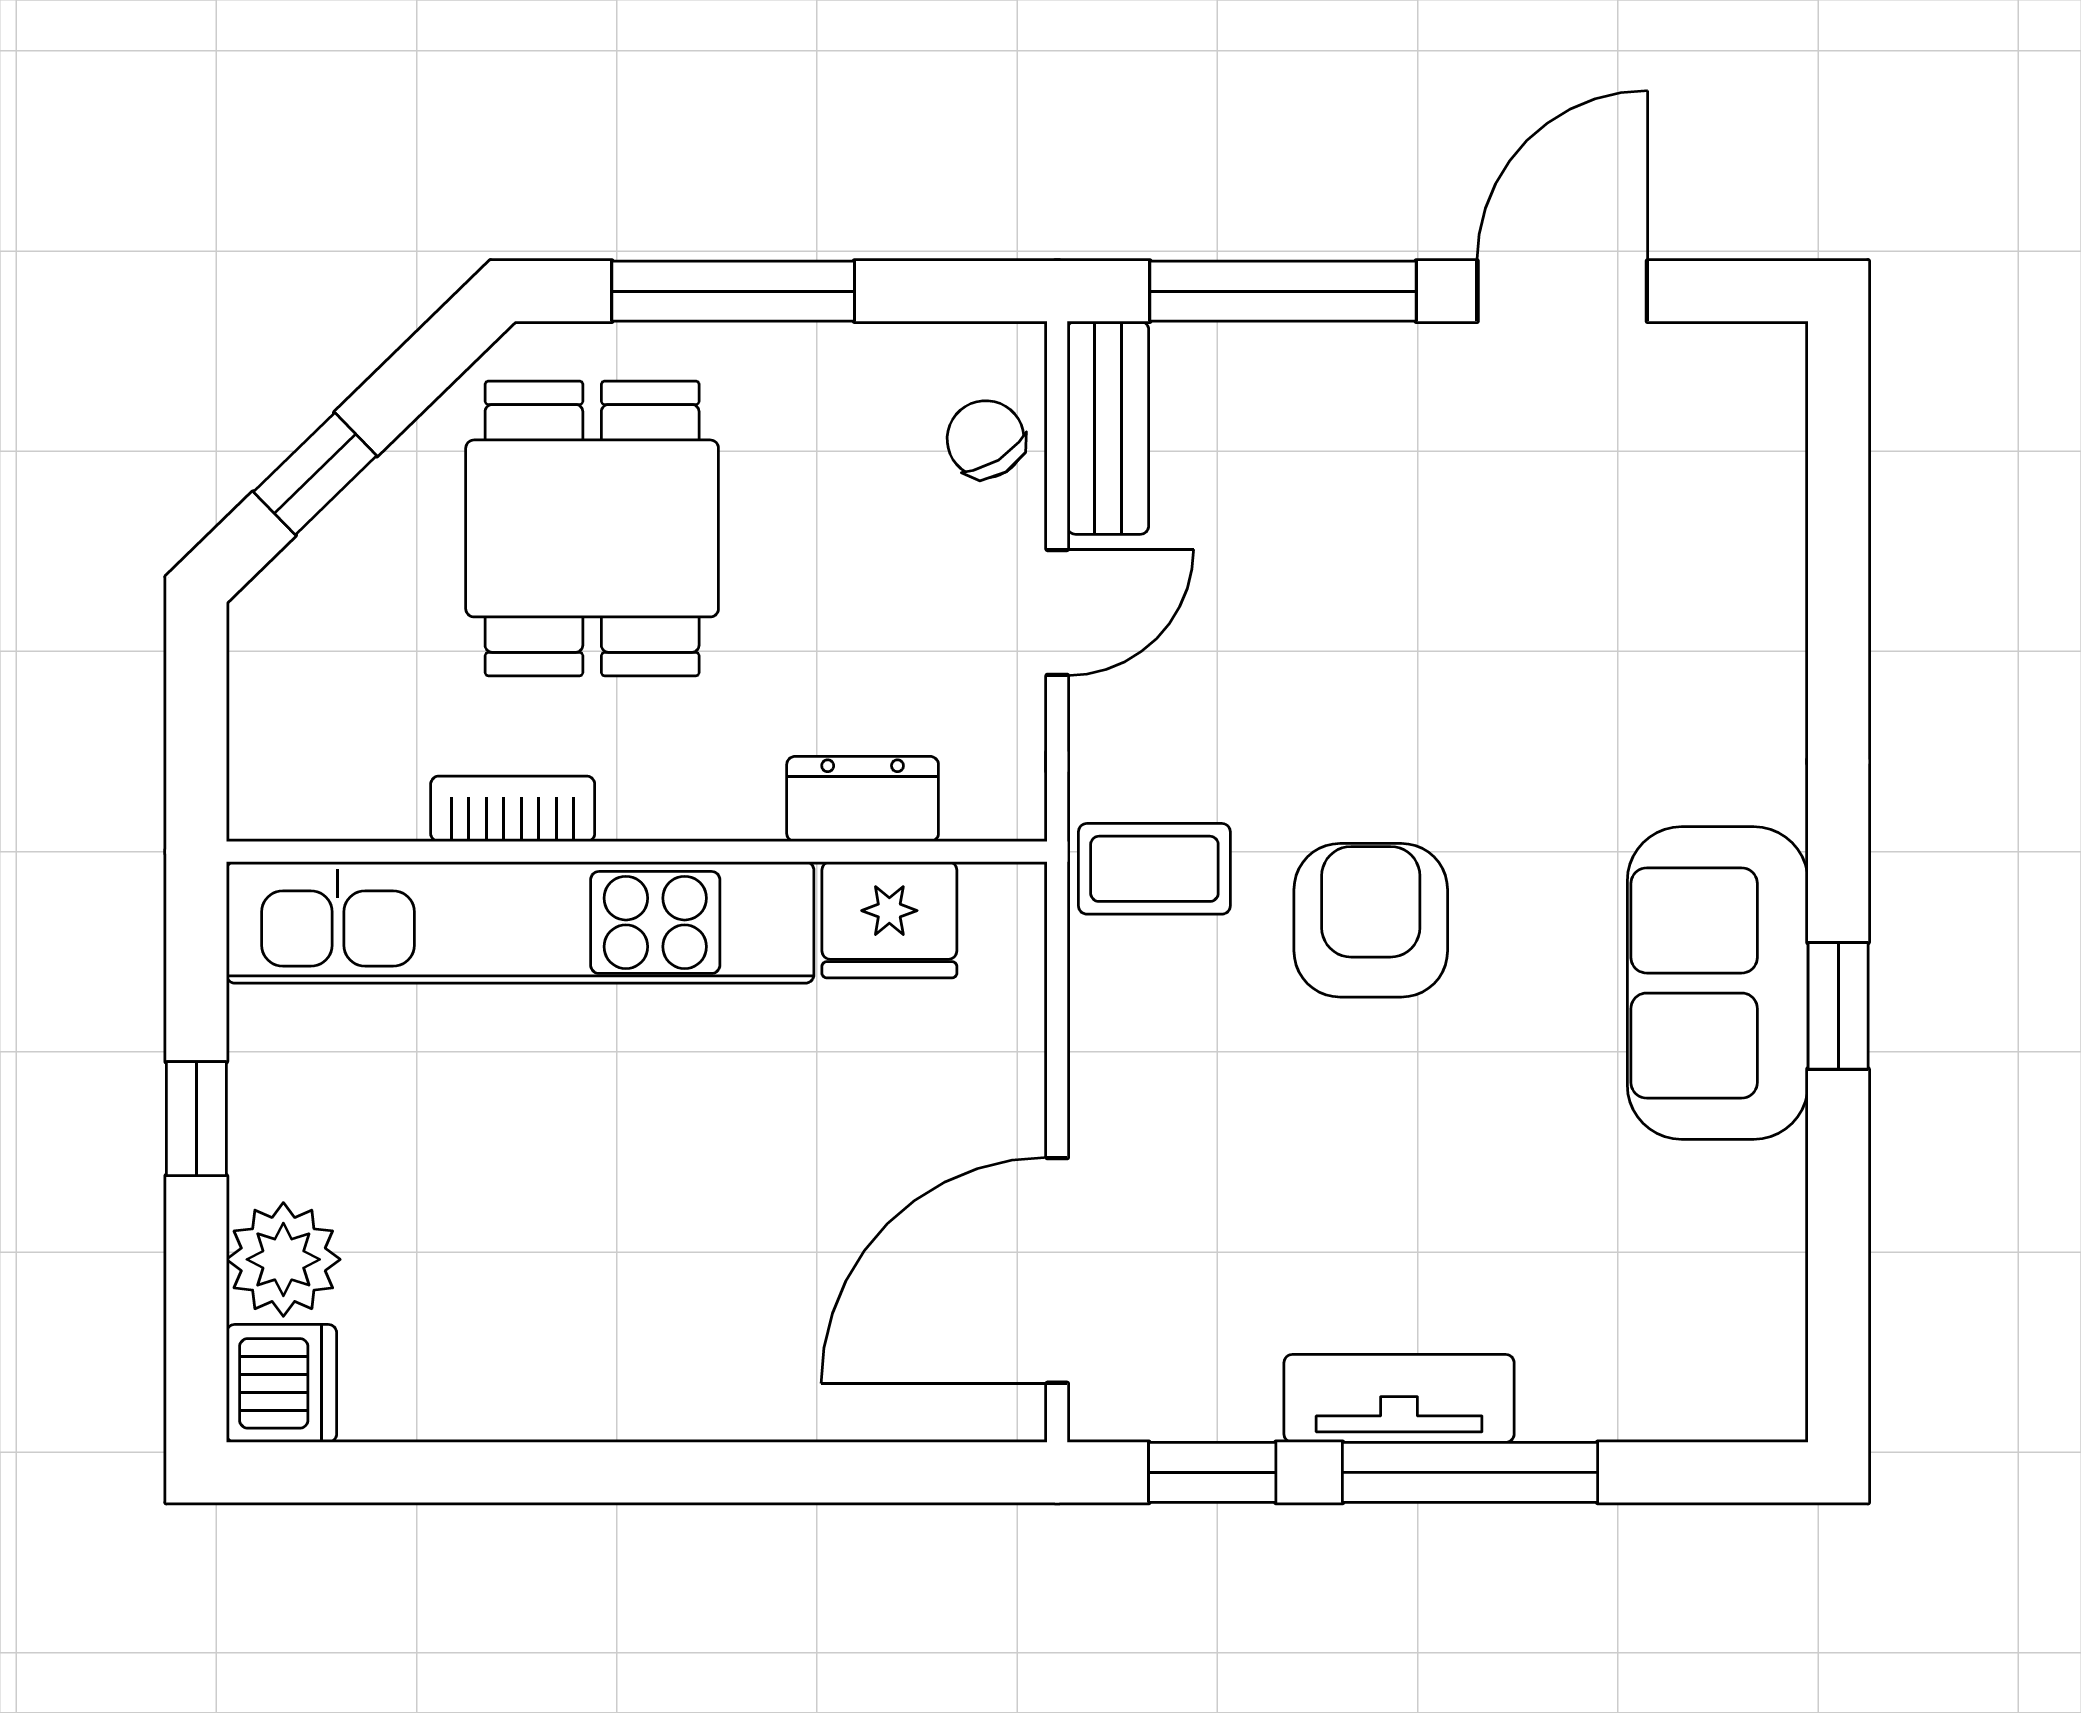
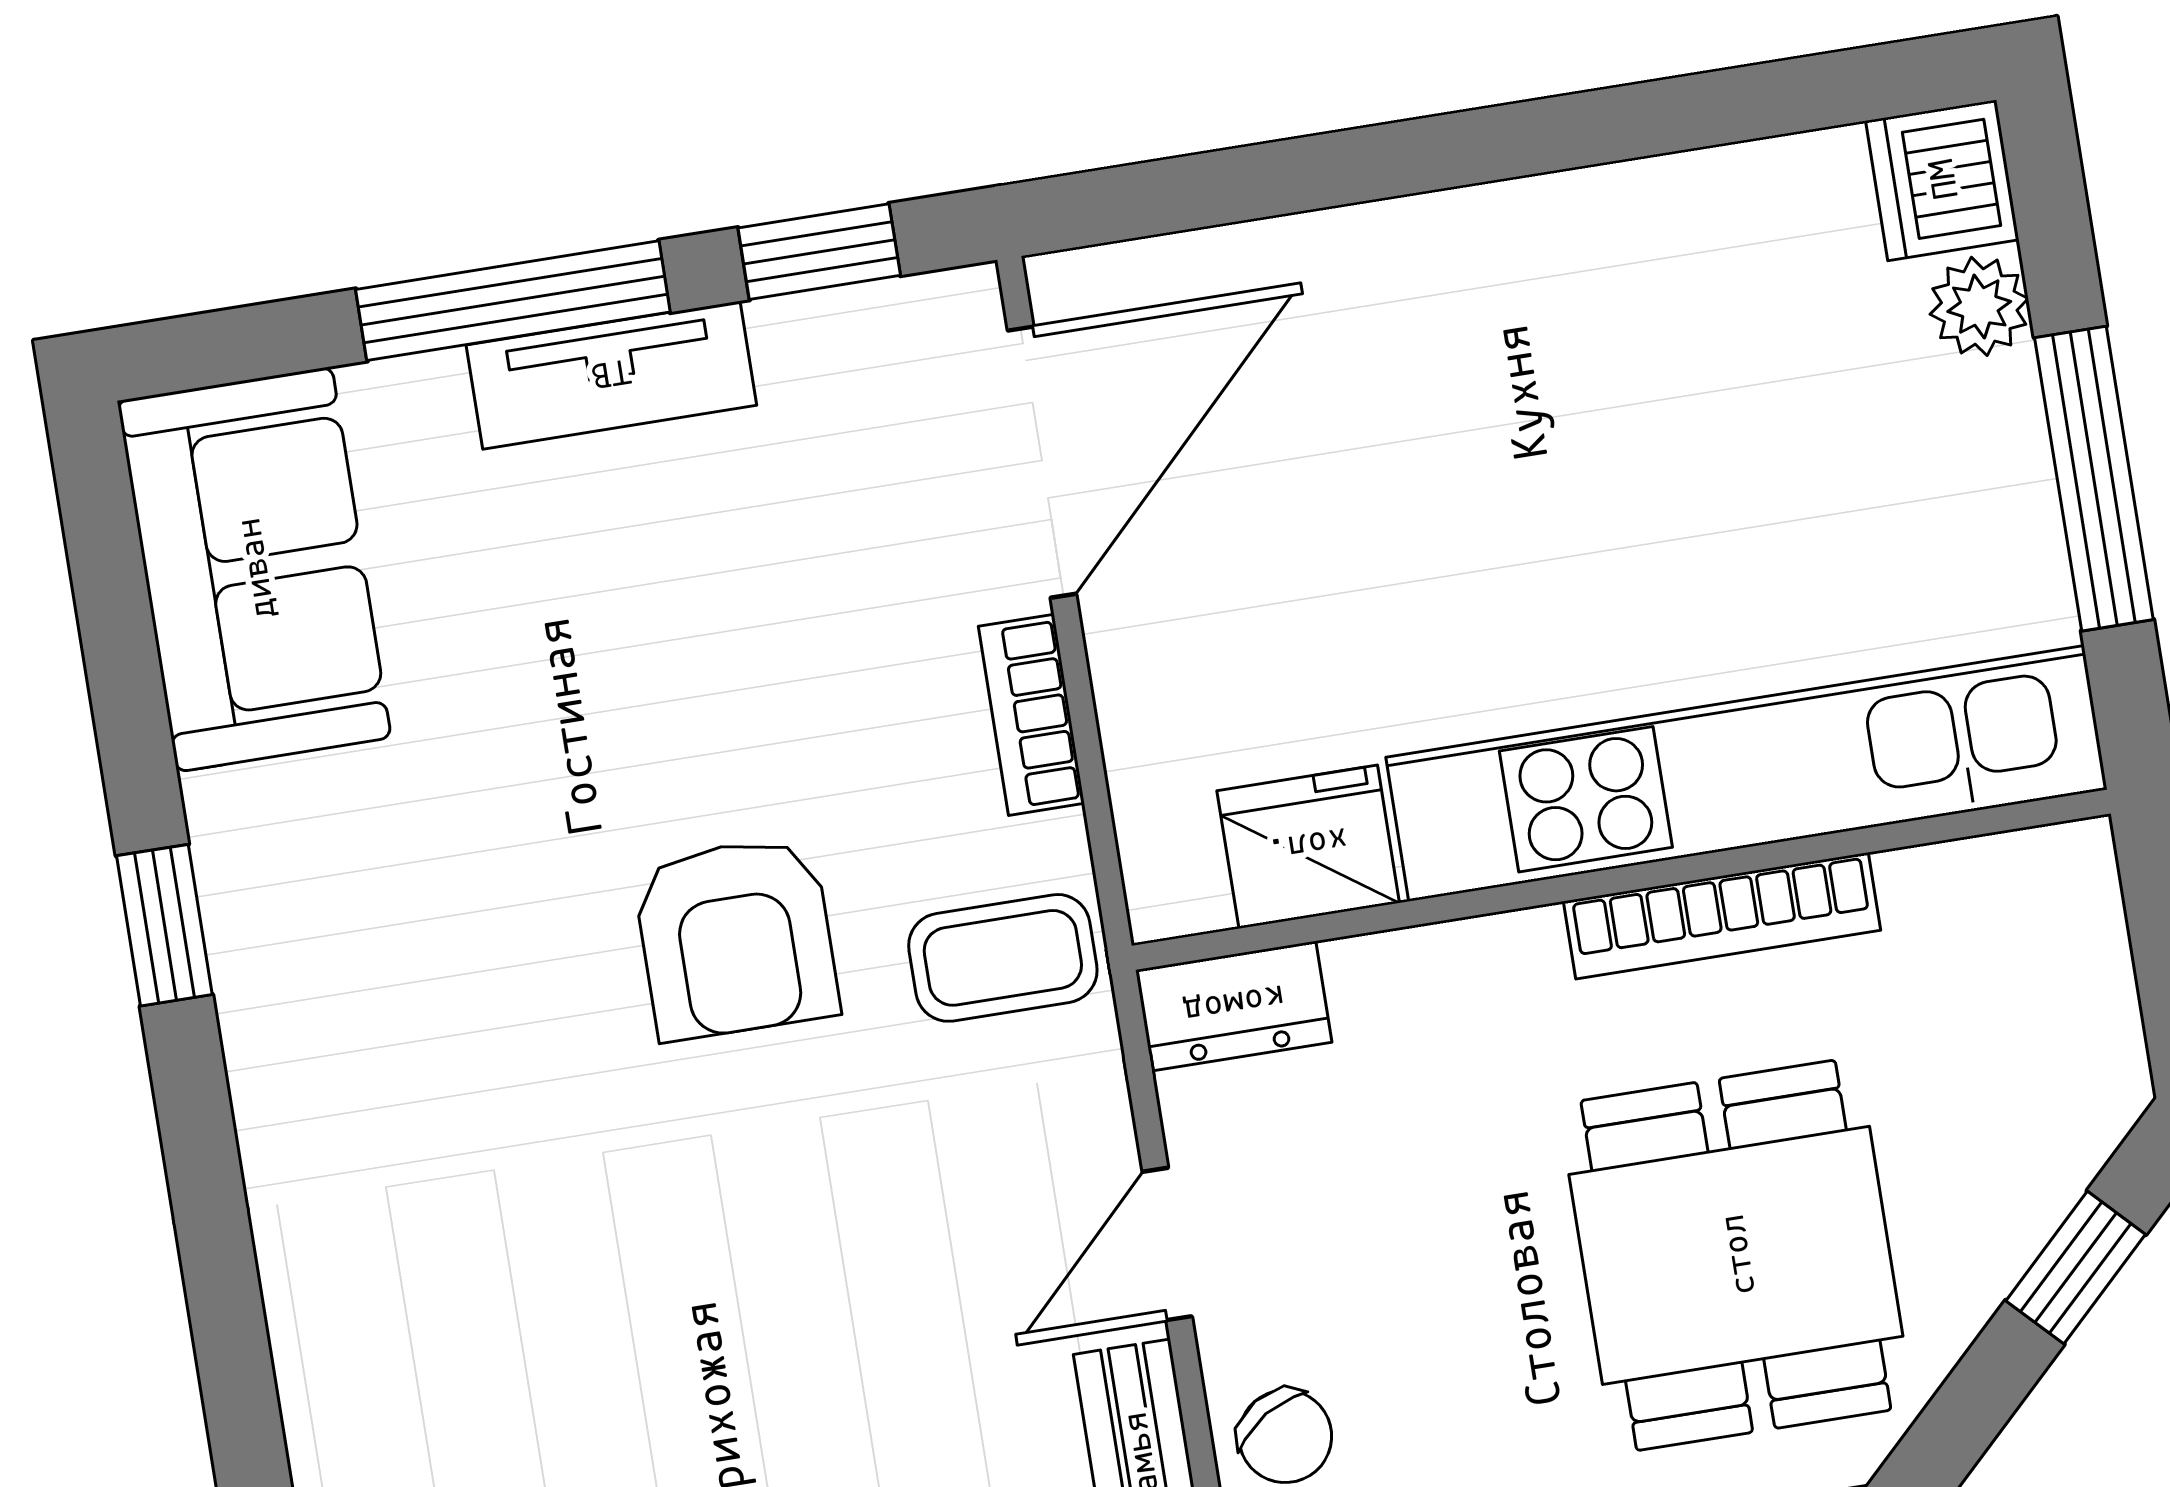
dresser: (863, 799) -> (1234, 1006), moved
bookcase: (513, 809) -> (1722, 916), width x1.56
sofa: (1718, 983) -> (254, 569), moved
bookcase: (1099, 1064) -> (1031, 715), added
window: (196, 1119) -> (2094, 479), width x2.17
plant: (283, 1259) -> (1979, 306), width x0.73, depth x0.73

